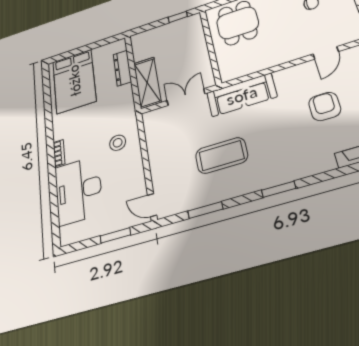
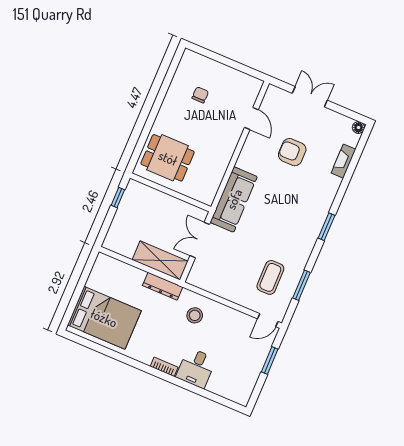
dresser: (122, 68) -> (163, 286), moved
coffee table: (222, 155) -> (270, 277), moved, width x0.73, depth x0.76
desk: (78, 190) -> (196, 368), width x0.53, depth x0.77

